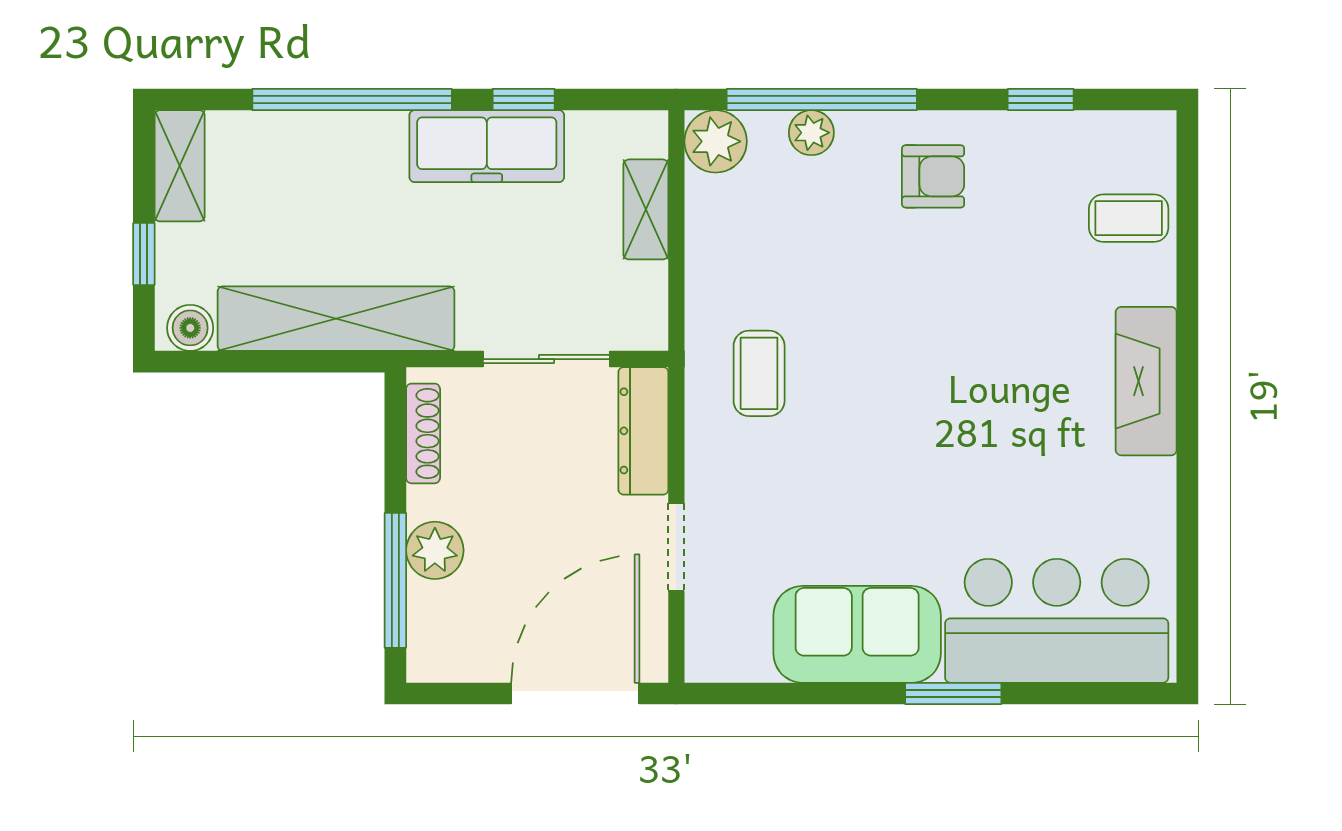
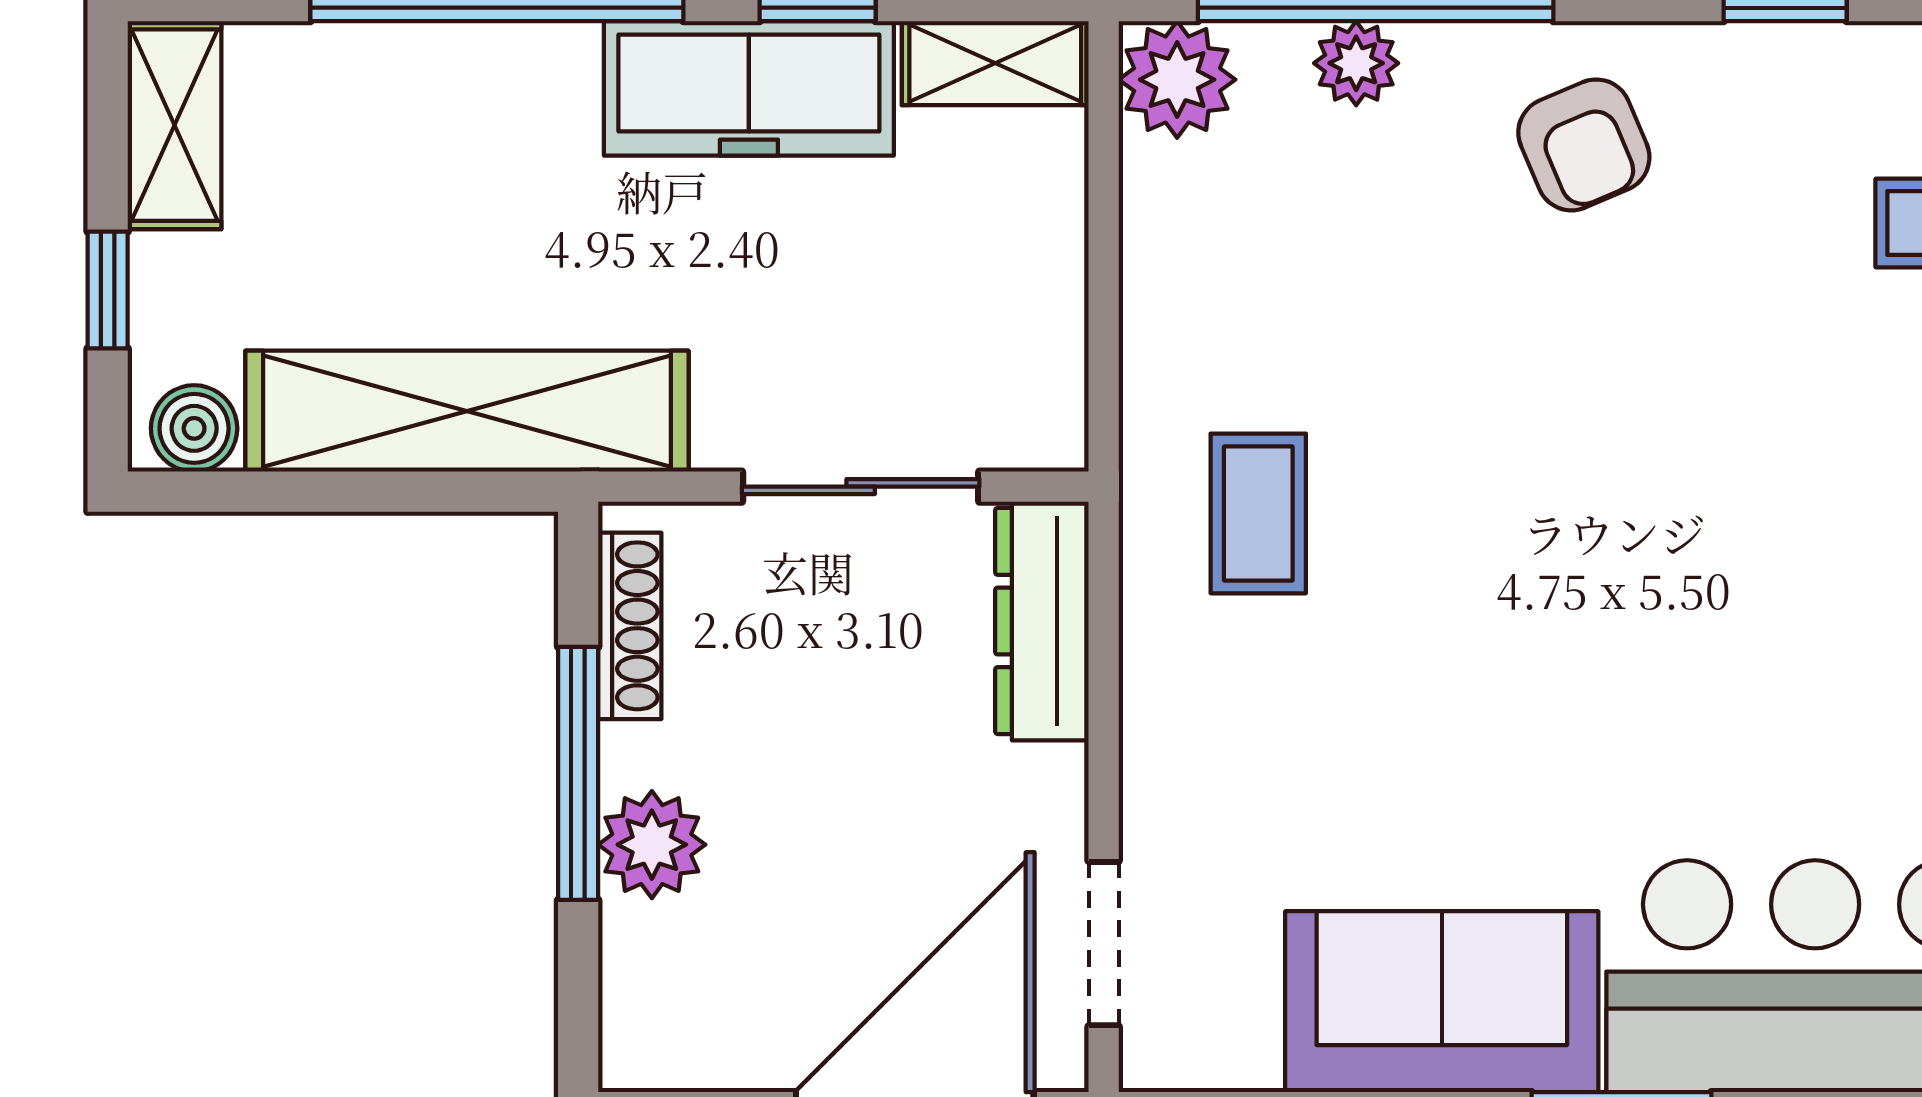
armchair: (933, 176) -> (1584, 145), turned 67
shelving: (646, 209) -> (995, 63), moved, turned 90
doorway: (676, 547) -> (1104, 944), moved
window: (395, 580) -> (578, 773), moved

